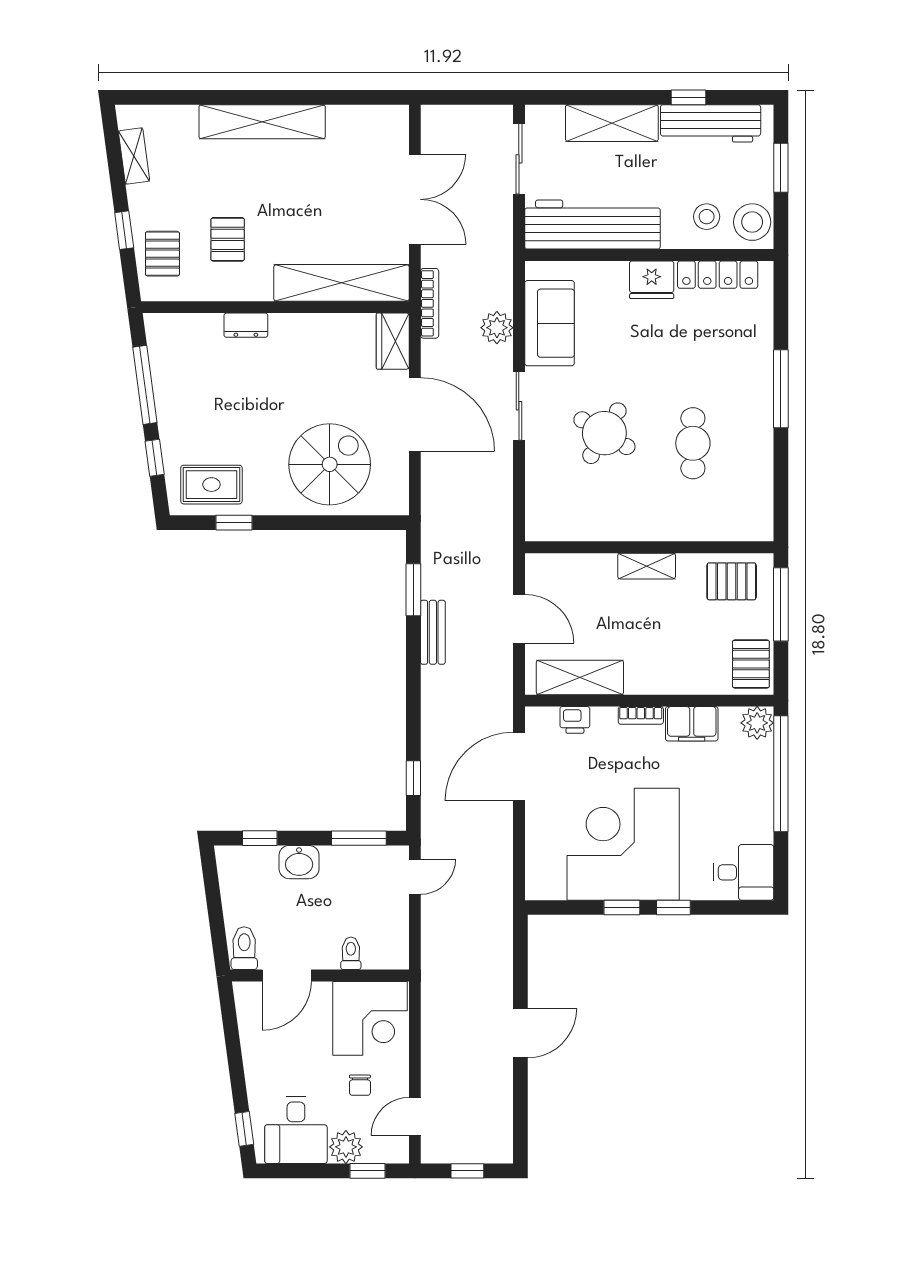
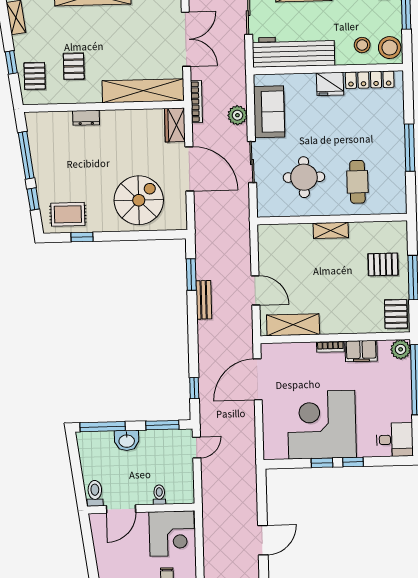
round table: (604, 433) -> (304, 177), turned -31
wall: (649, 547) -> (332, 219), moved
shelving: (647, 566) -> (331, 230), moved
printer: (575, 720) -> (291, 350), removed
window: (260, 838) -> (103, 427), width x2.17

